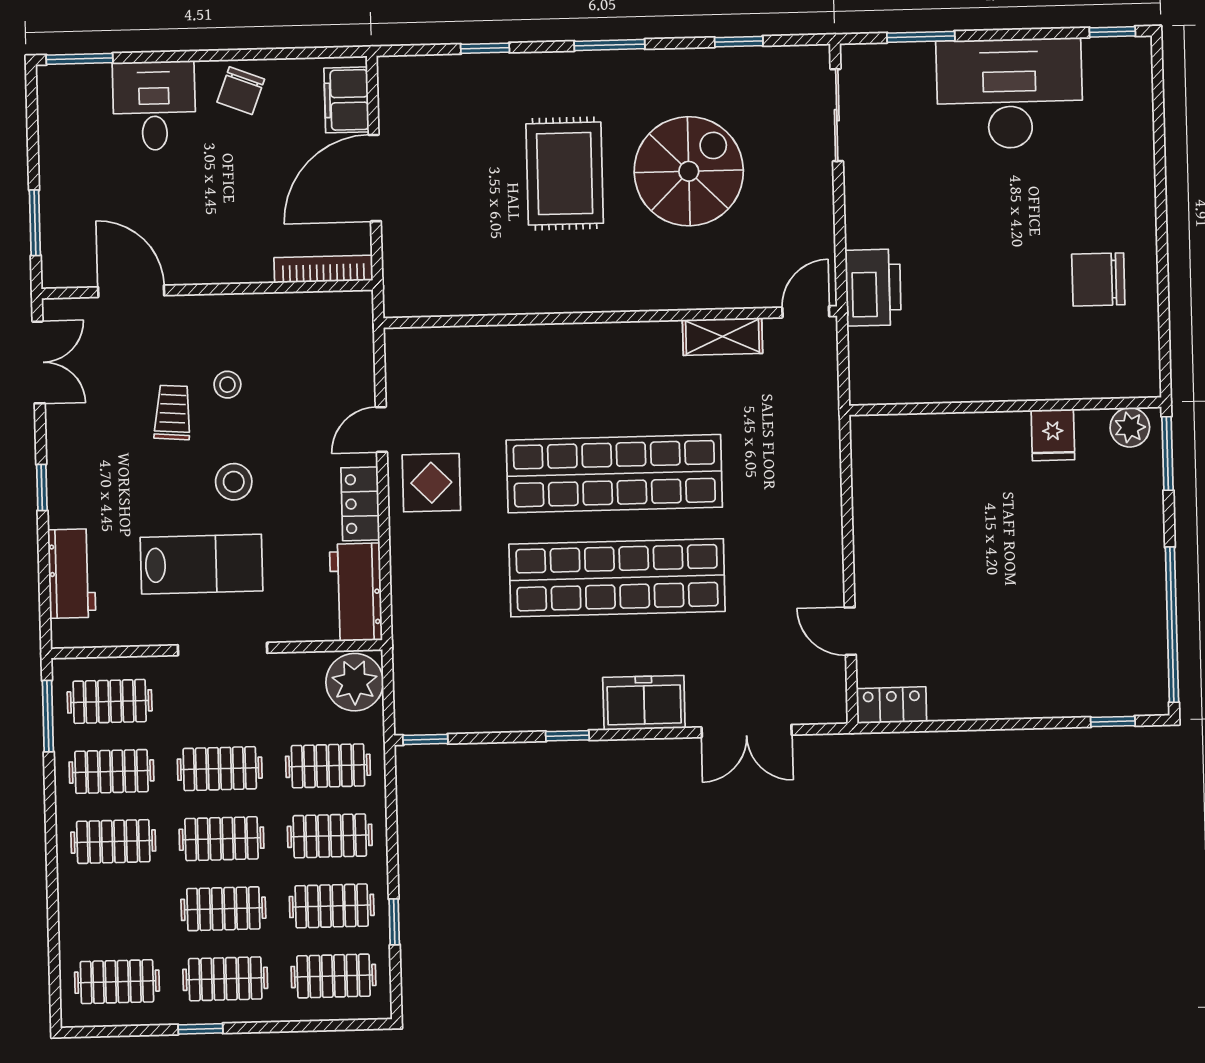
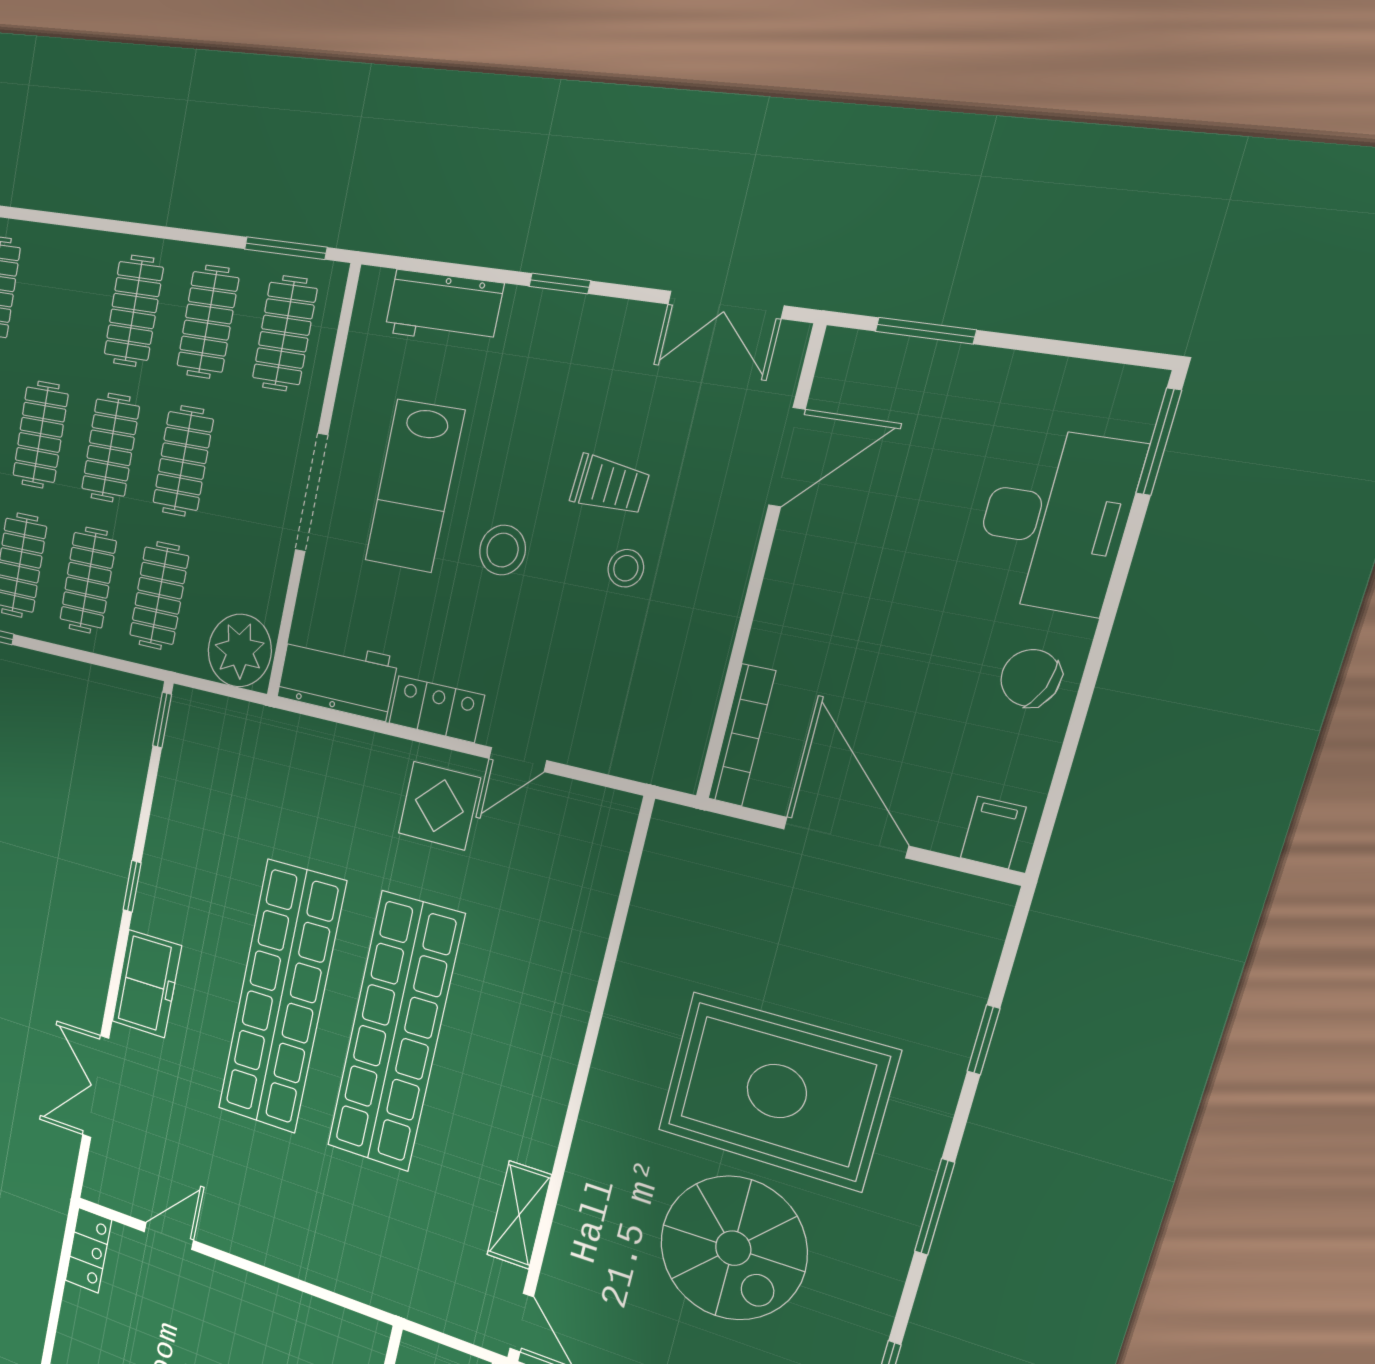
filing cabinet: (346, 100) -> (993, 833), width x0.50
desk: (154, 106) -> (1055, 521), width x1.37
rug: (565, 174) -> (777, 1091), width x1.37, depth x1.44
door: (381, 429) -> (518, 759), swing flipped

